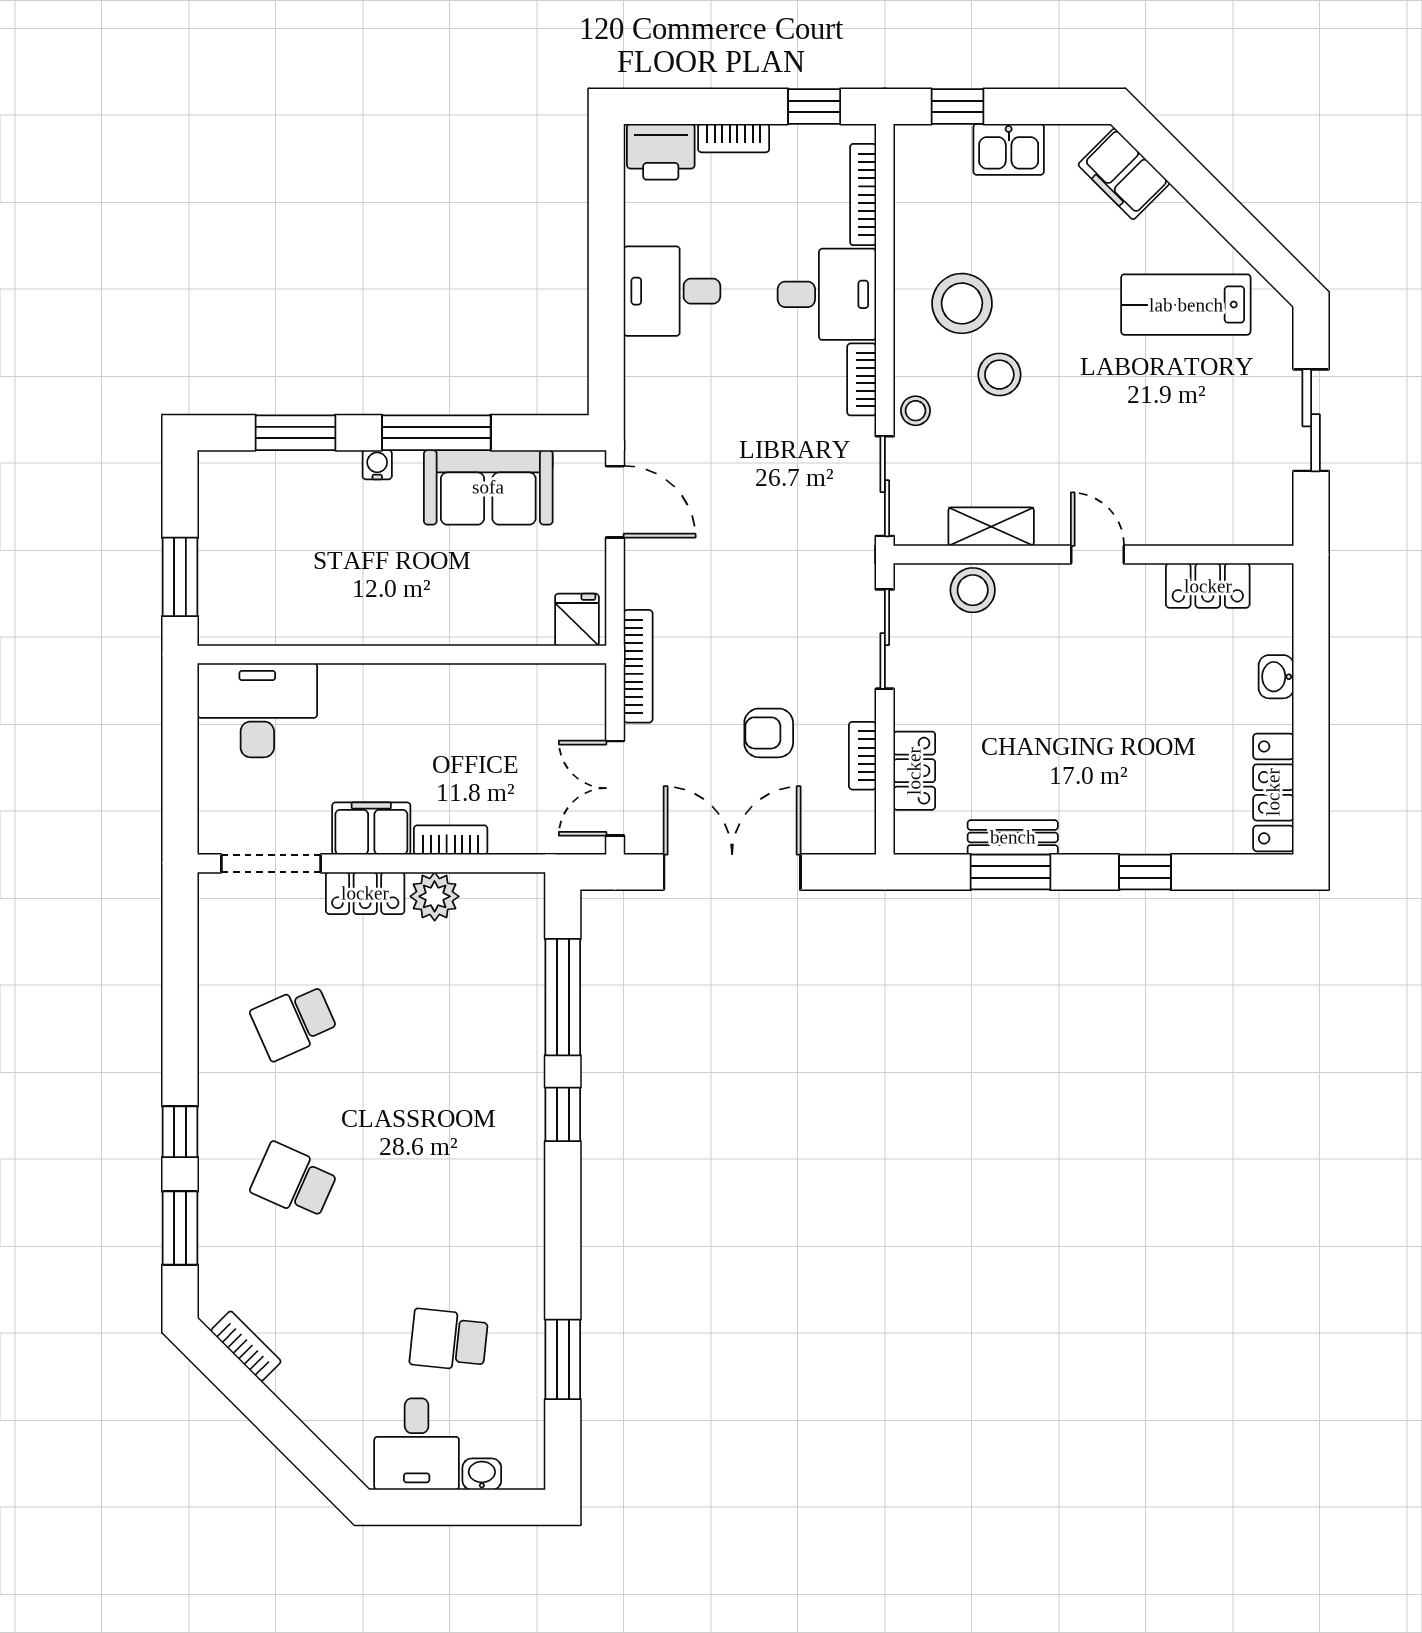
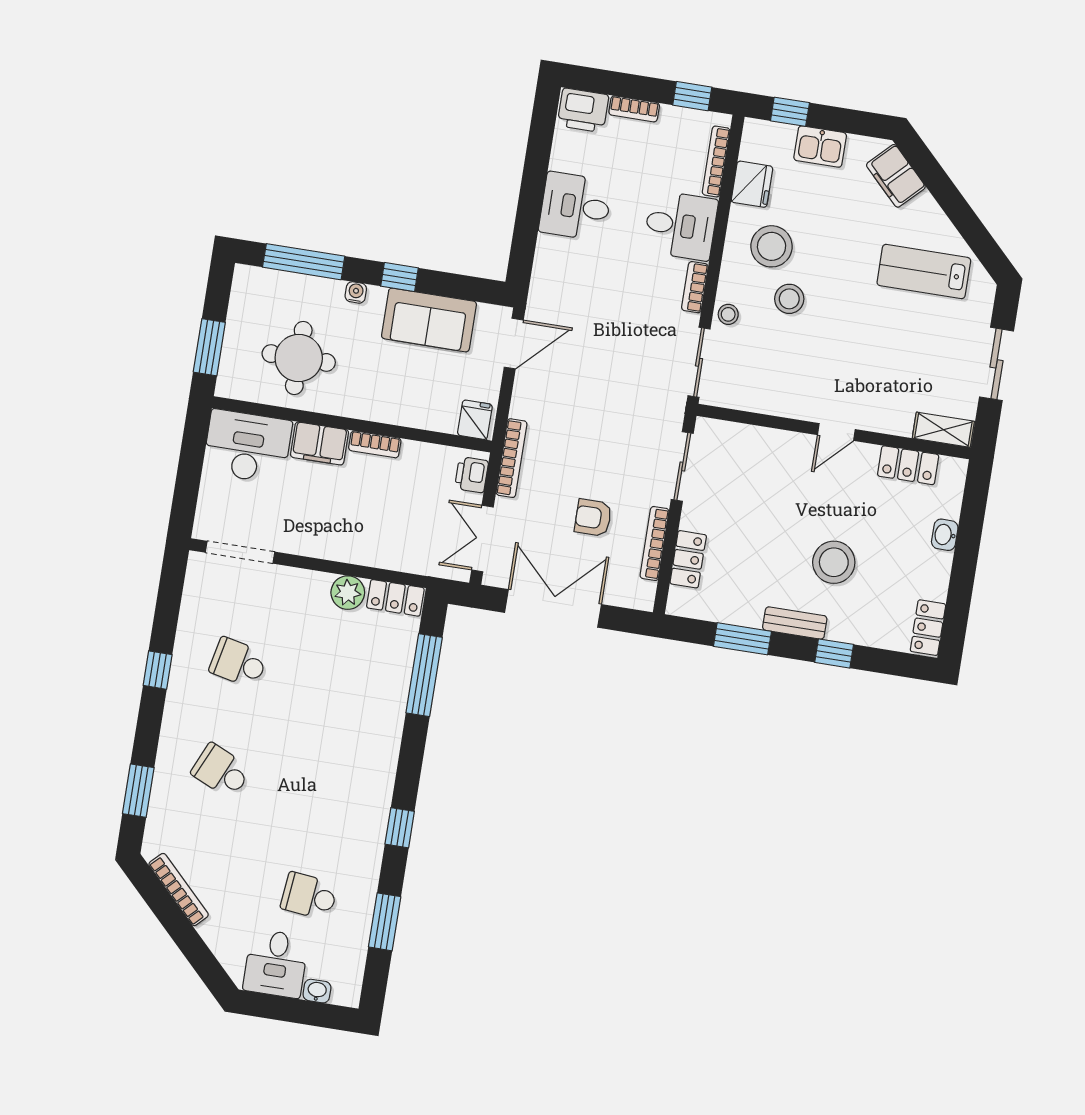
fridge: (920, 219) -> (752, 184), added
window: (295, 433) -> (304, 262), width x1.44
window: (436, 433) -> (400, 277), width x0.46
door: (615, 502) -> (514, 344), hinge flipped
shelving: (991, 527) -> (943, 430), moved
door: (1097, 554) -> (836, 432), swing flipped
round table: (310, 572) -> (299, 358), added
stool: (973, 590) -> (834, 562), moved, width x1.38, depth x1.38
printer: (585, 699) -> (472, 475), added
bookcase: (863, 756) -> (654, 543), width x1.56
locker: (1273, 792) -> (928, 628), width x0.66
filing cabinet: (371, 829) -> (319, 443), moved, turned 180
bench: (1013, 837) -> (795, 623), moved
bookcase: (451, 840) -> (375, 444), moved, turned 180
locker: (365, 893) -> (395, 598), moved
school desk: (294, 1022) -> (238, 663), turned 36
window: (563, 1114) -> (400, 828), moved
window: (180, 1132) -> (158, 670), moved
bookcase: (246, 1346) -> (179, 890), width x1.56

